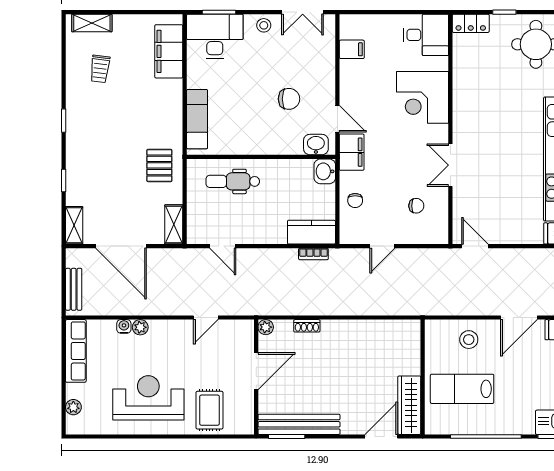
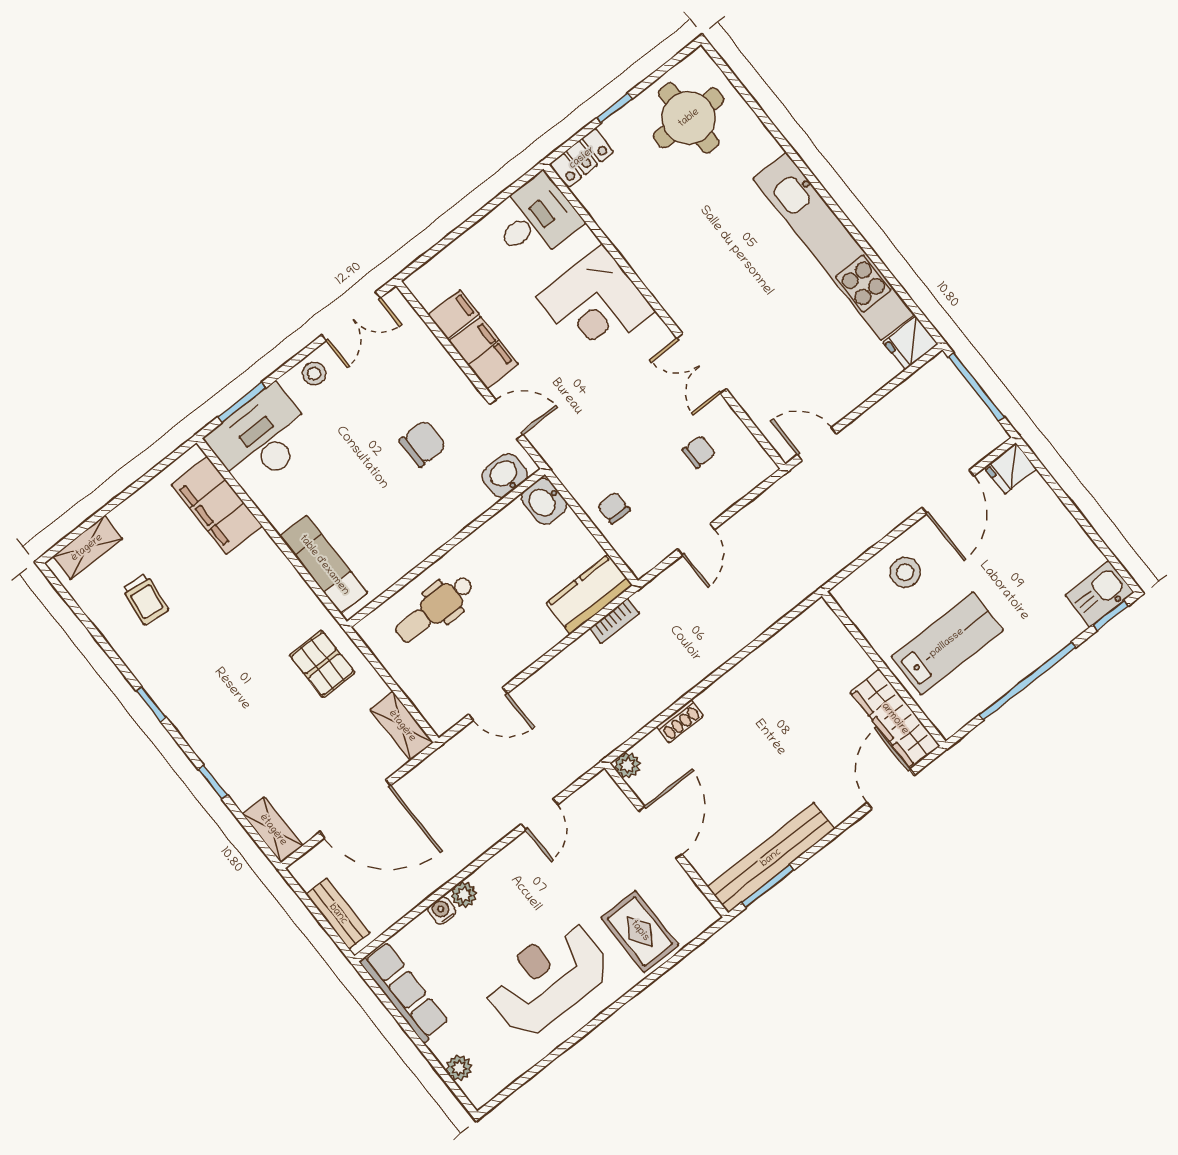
filing cabinet: (352, 152) -> (483, 353), moved
chair: (355, 201) -> (614, 508), turned 180
lab bench: (462, 389) -> (947, 643), turned 180

